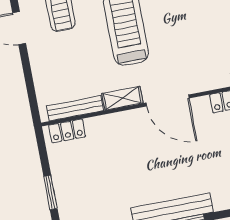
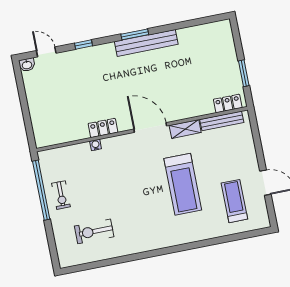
window: (50, 192) -> (244, 73), moved

